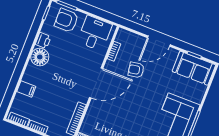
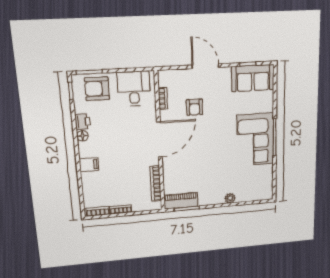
door: (159, 41) -> (205, 66), swing flipped
floor lamp: (40, 57) -> (82, 136), width x0.53, depth x0.53
armchair: (136, 70) -> (194, 107), turned -80
filing cabinet: (26, 89) -> (89, 165), moved

